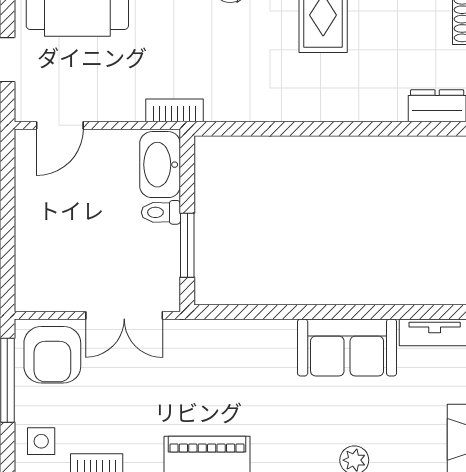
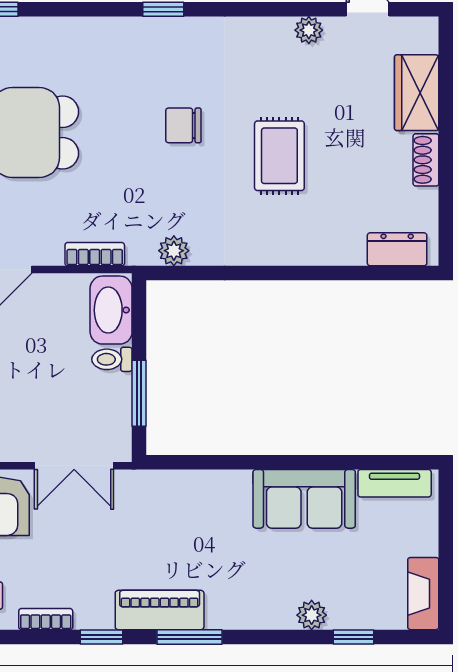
plant: (221, 107) -> (174, 251), added
bookcase: (175, 110) -> (95, 254), moved

